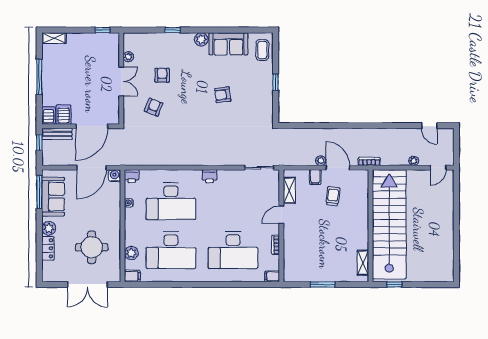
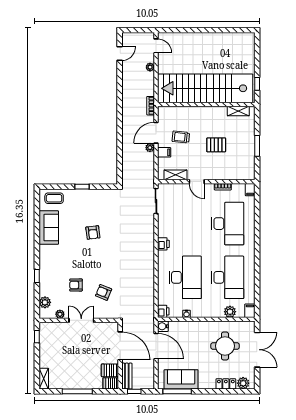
plant: (201, 39) -> (45, 302), moved
plant: (49, 228) -> (243, 383), moved
pallet: (324, 237) -> (216, 145), added

